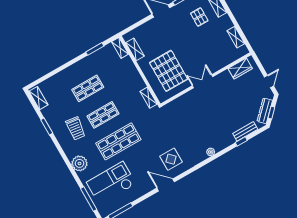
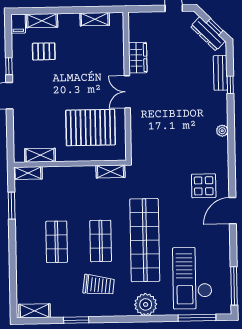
wardrobe: (240, 68) -> (138, 58), moved
shop shelf: (118, 141) -> (145, 240), width x1.40

